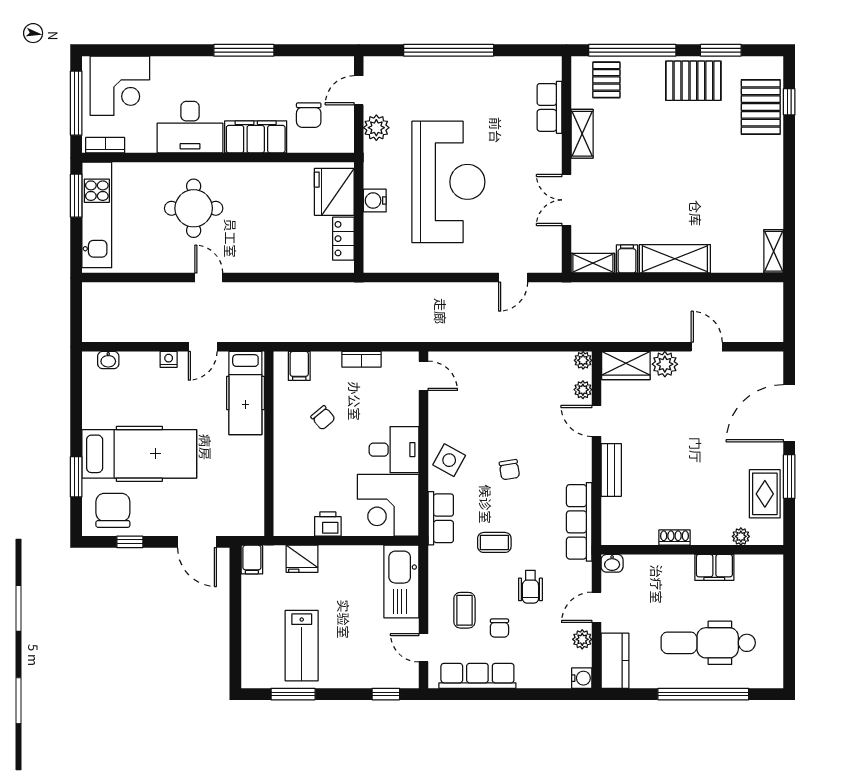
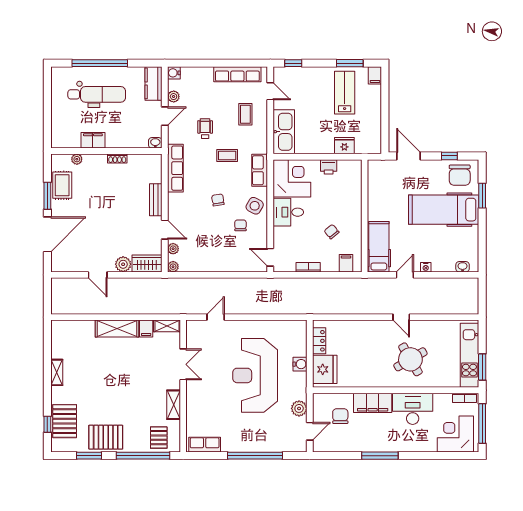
row of seats: (550, 107) -> (205, 445), moved, turned -90
round table: (194, 208) -> (410, 359), turned -30
shelving: (774, 251) -> (57, 372), moved
filing cabinet: (252, 560) -> (375, 75), moved, turned 180
chair: (499, 628) -> (240, 225), moved

